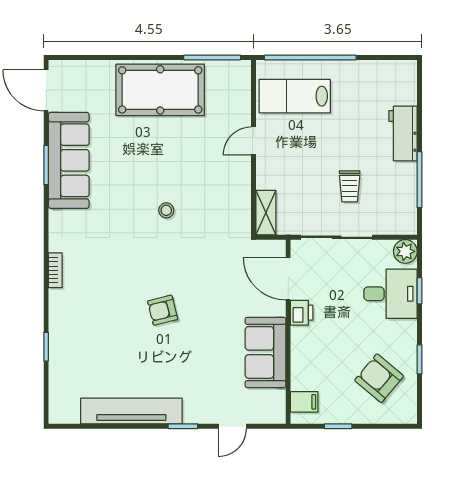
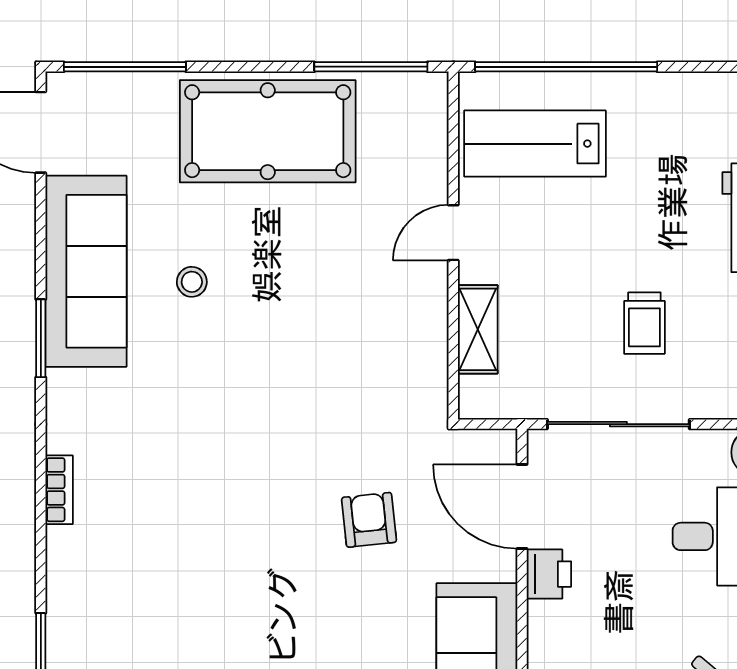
window: (88, 57) -> (125, 67), added
window: (46, 165) -> (41, 338), moved
stool: (166, 210) -> (192, 282), moved
shelving: (266, 213) -> (478, 329), moved
armchair: (163, 310) -> (369, 520), moved, turned 98

